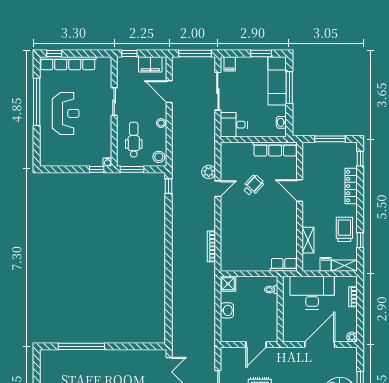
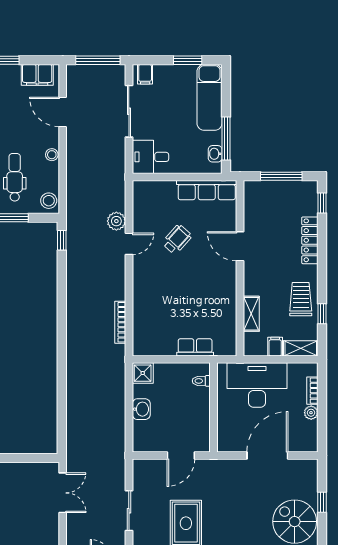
window: (289, 88) -> (226, 138), moved
row of seats: (284, 265) -> (195, 347), moved
plant: (352, 337) -> (311, 413), moved

